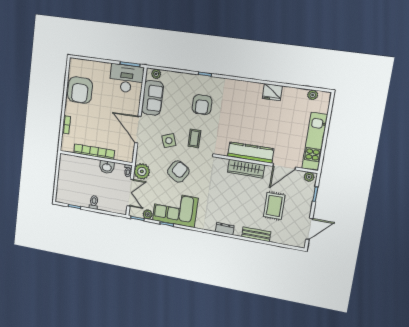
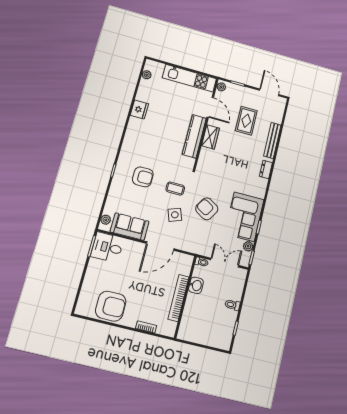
desk: (126, 79) -> (107, 247), width x0.73
wardrobe: (246, 169) -> (211, 137), width x0.67
plant: (142, 171) -> (204, 247), removed
rug: (274, 206) -> (246, 121), turned 90
bench: (256, 234) -> (272, 140), width x1.36

